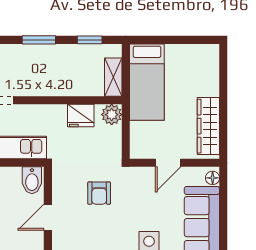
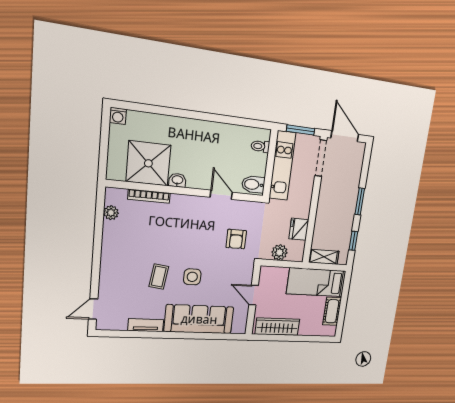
cot: (185, 54) -> (332, 311), added
plant: (112, 115) -> (279, 252), moved
floor lamp: (213, 178) -> (238, 329), removed
armchair: (99, 193) -> (236, 239), turned -90

